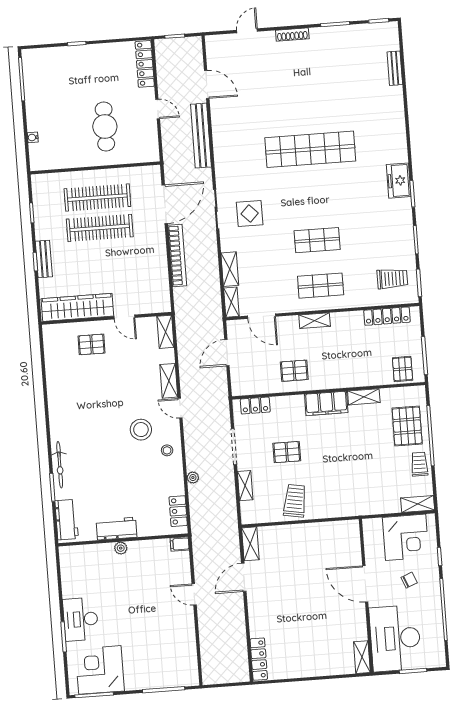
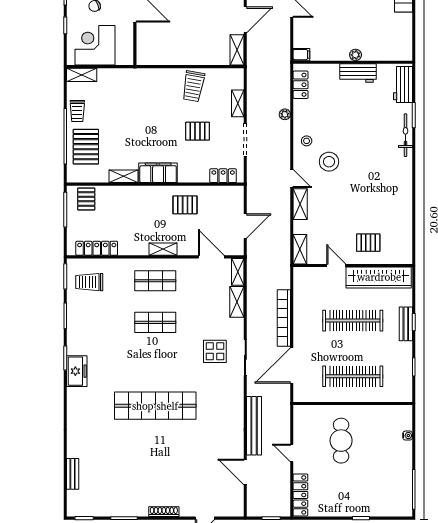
clothes rail: (100, 228) -> (353, 321), moved

